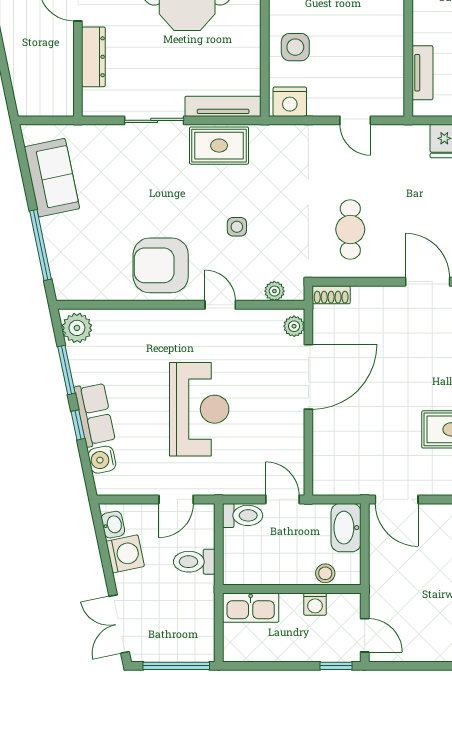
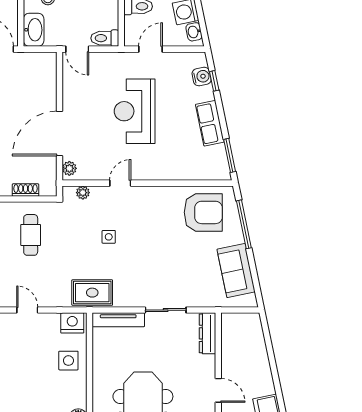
dresser: (93, 57) -> (207, 333), moved
rug: (219, 146) -> (92, 293), moved
armchair: (161, 265) -> (203, 212), moved
shoe rack: (331, 295) -> (26, 190), moved
door: (220, 305) -> (120, 183), swing flipped
plant: (77, 328) -> (219, 167), removed
window: (66, 370) -> (230, 155), moved
row of seats: (95, 414) -> (210, 123), moved
window: (78, 425) -> (214, 81), moved

